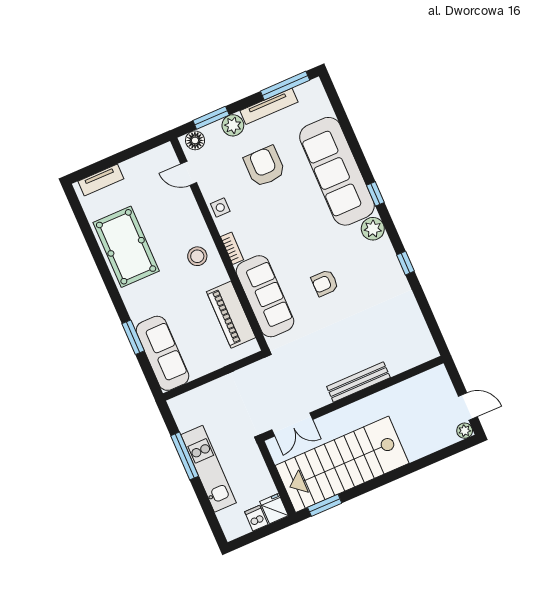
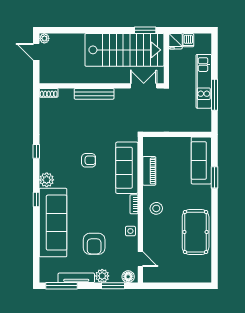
tv unit: (101, 180) -> (193, 277), removed
piano: (231, 315) -> (149, 171), width x0.73, depth x0.75
shoe rack: (424, 355) -> (49, 93), added

